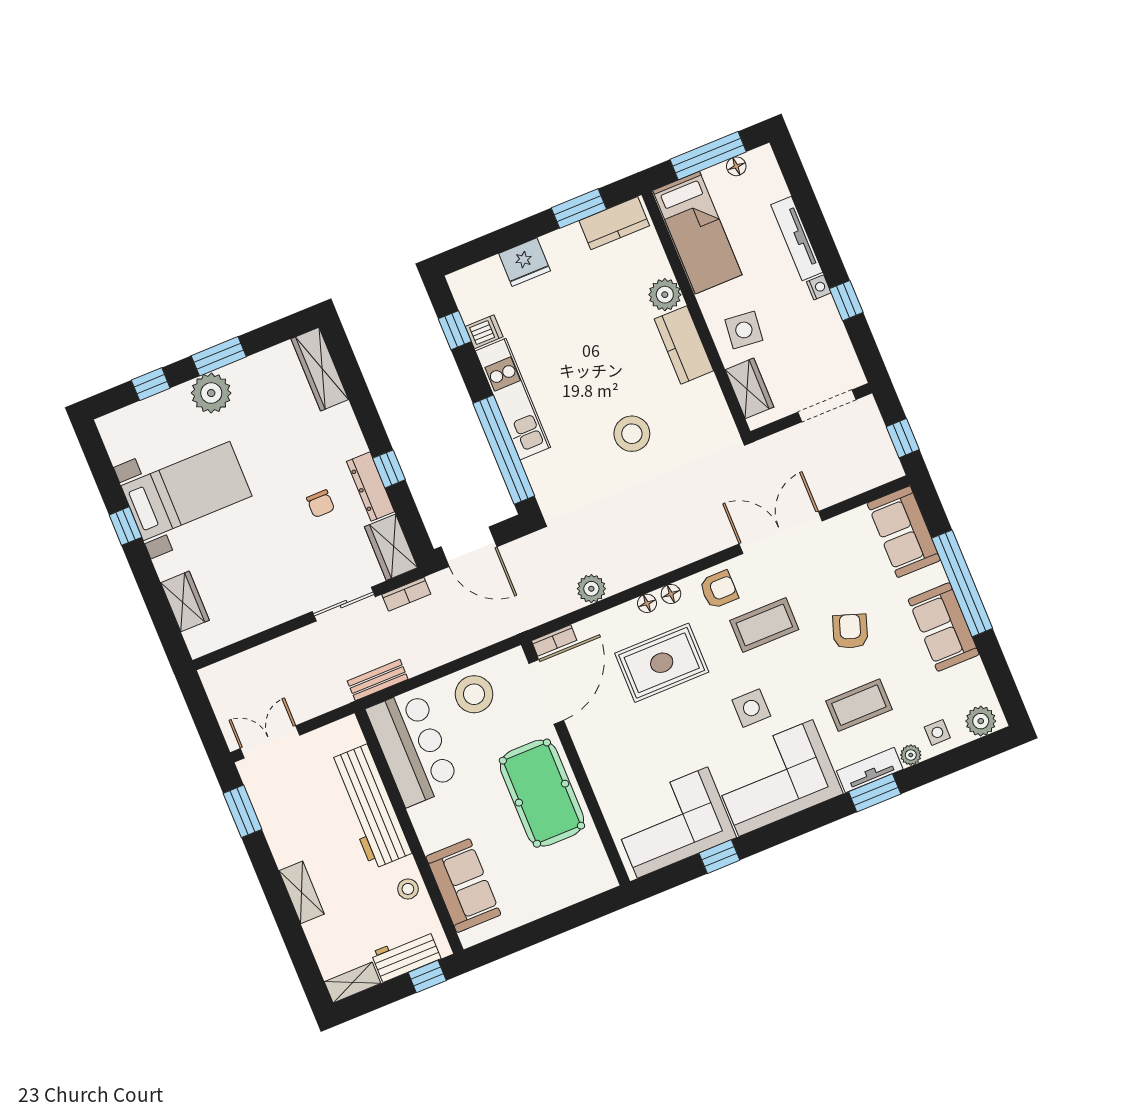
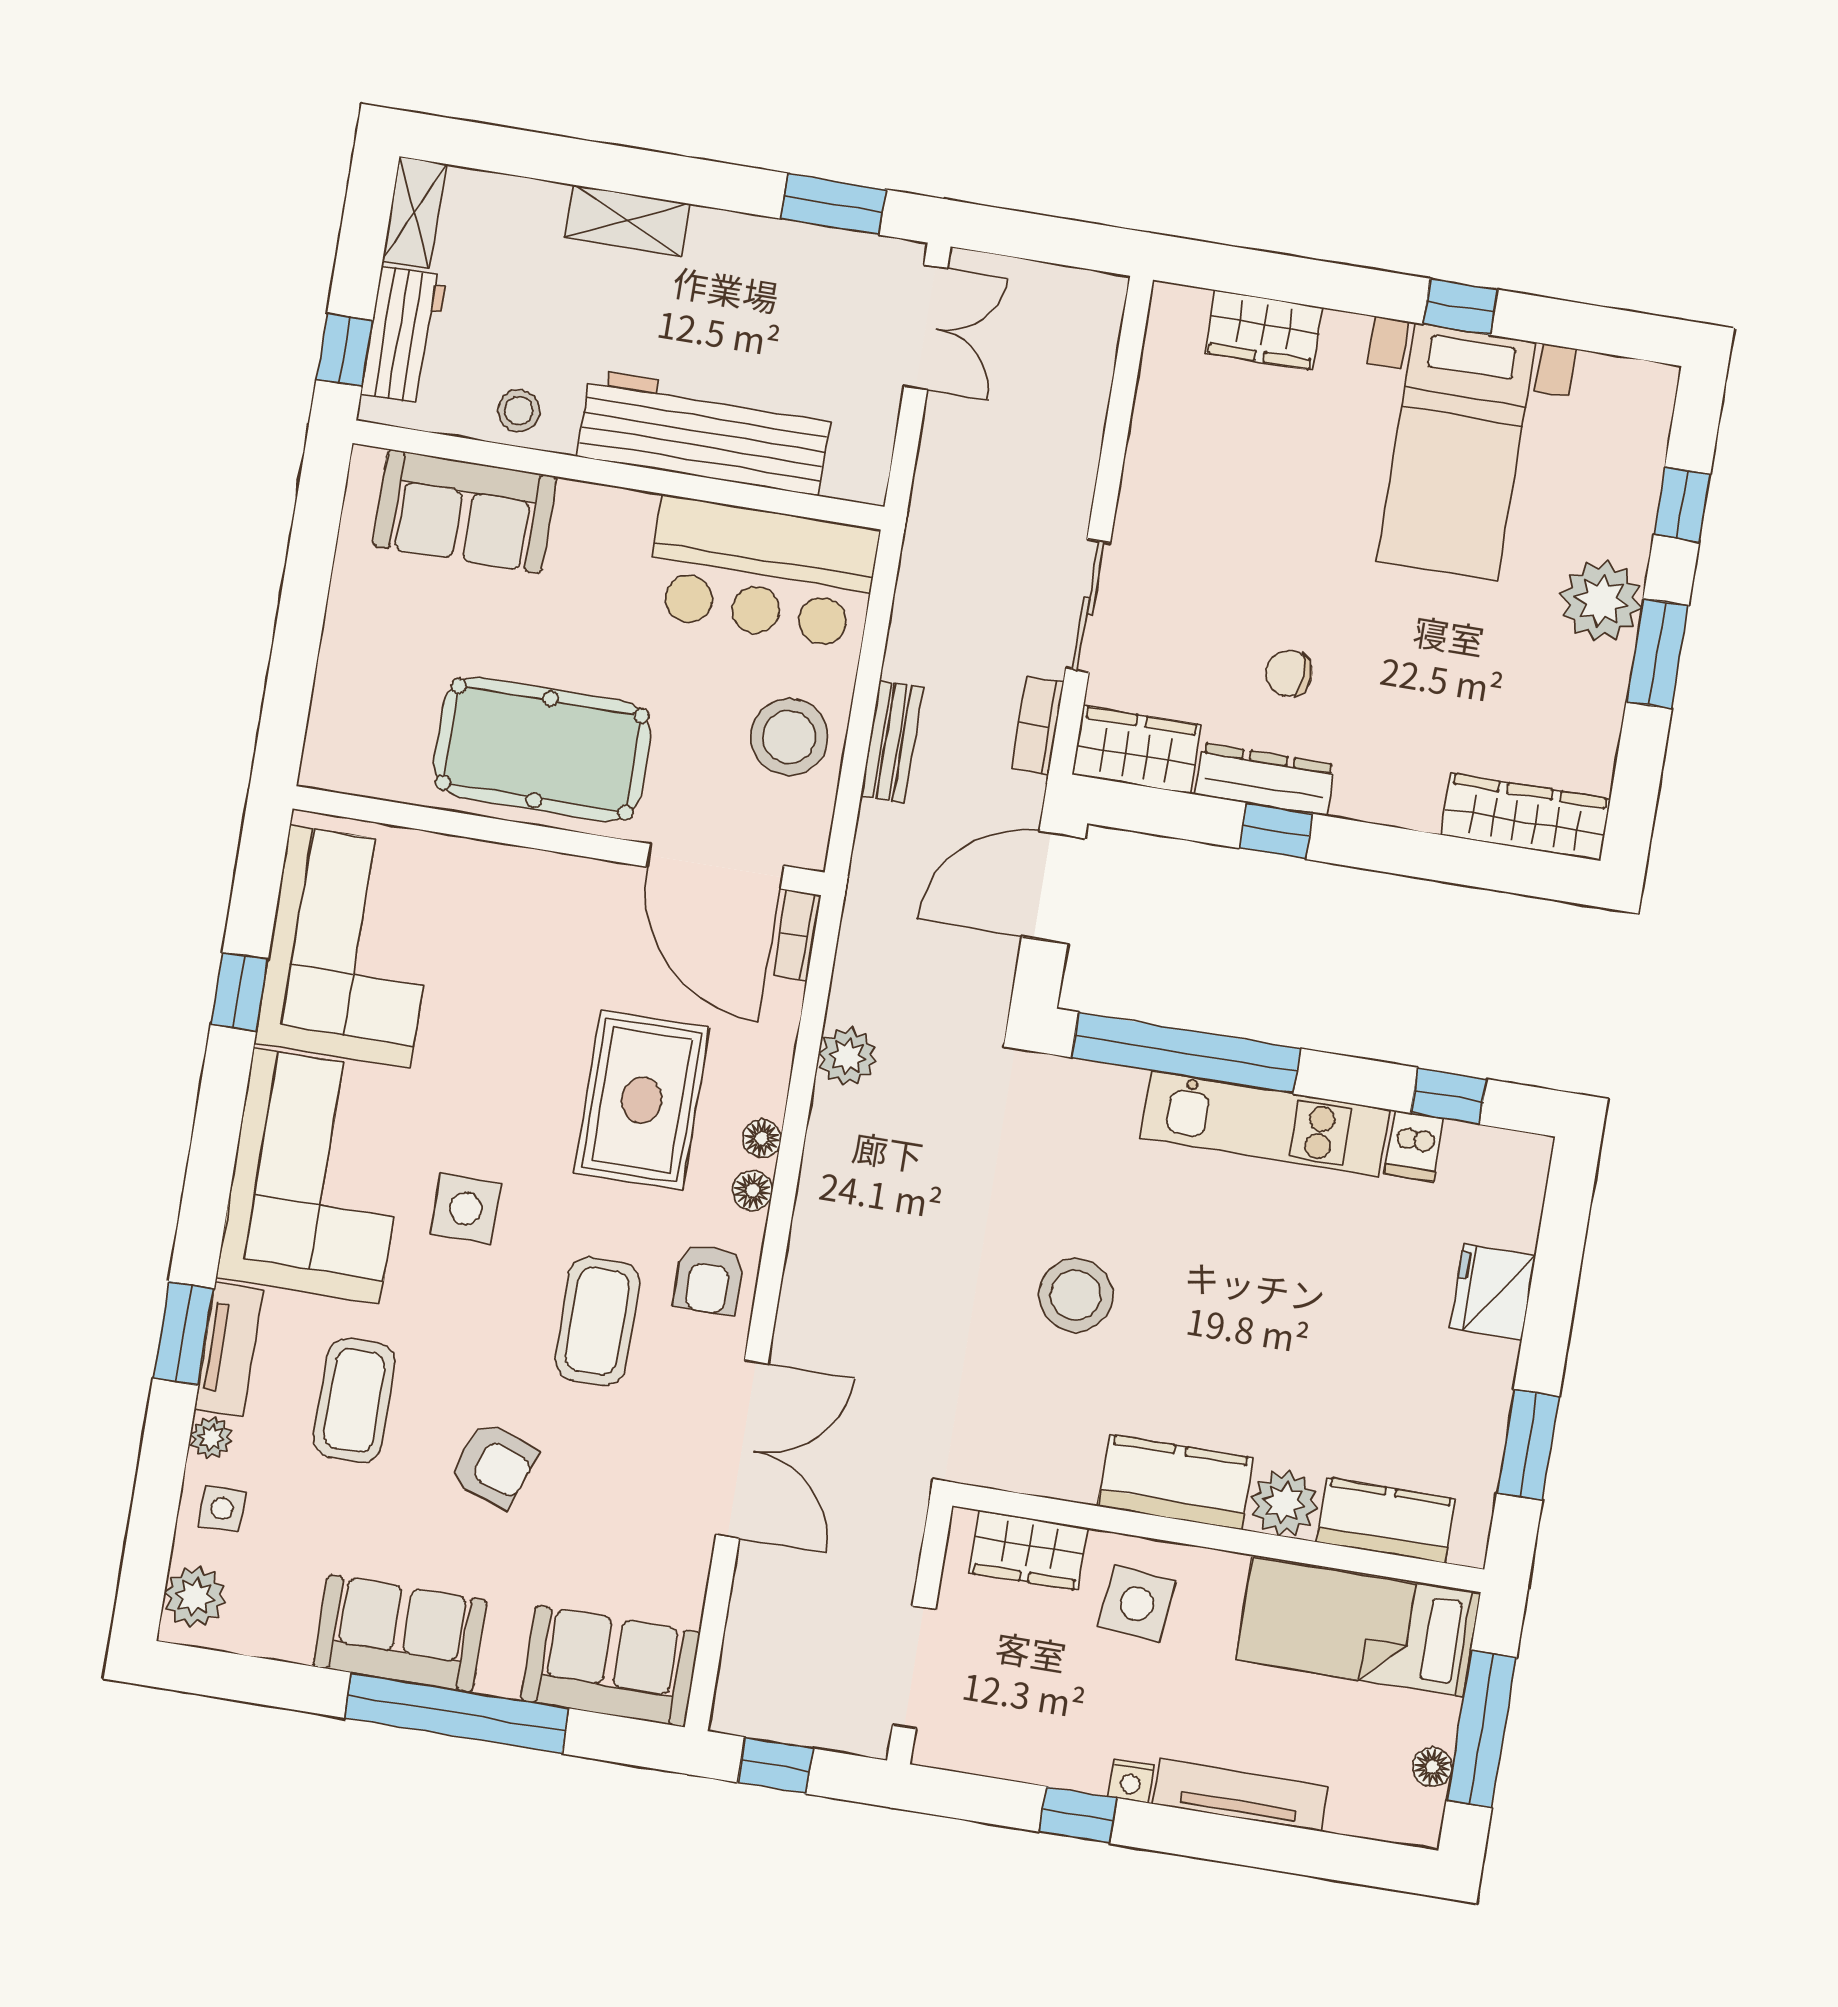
kitchen counter: (614, 223) -> (1386, 1520), moved, turned 90
bench: (378, 680) -> (892, 742), moved

